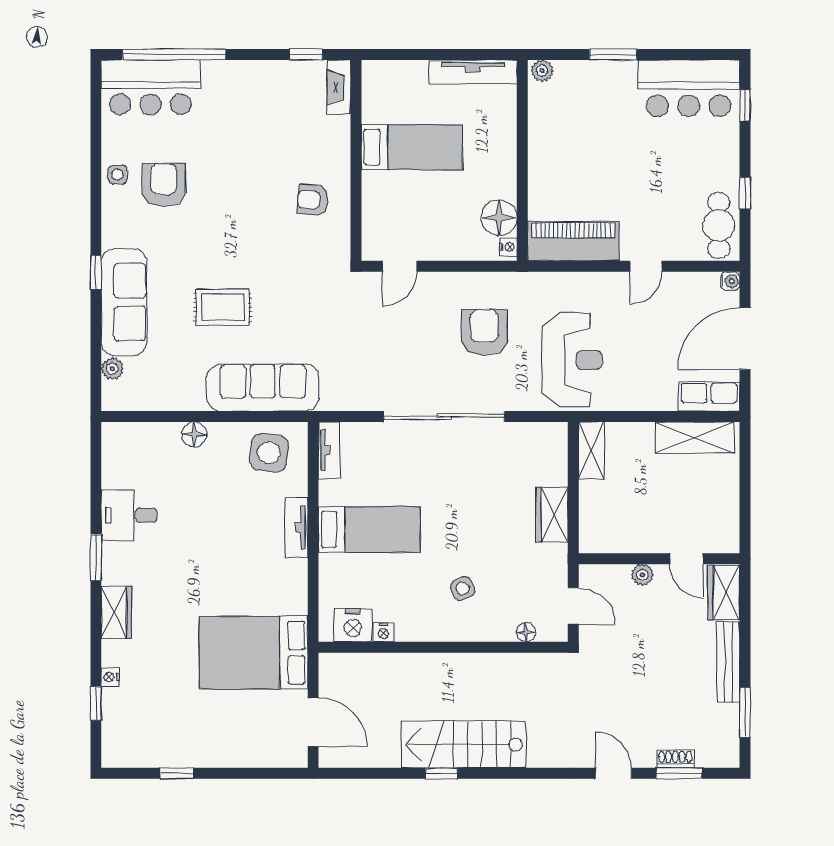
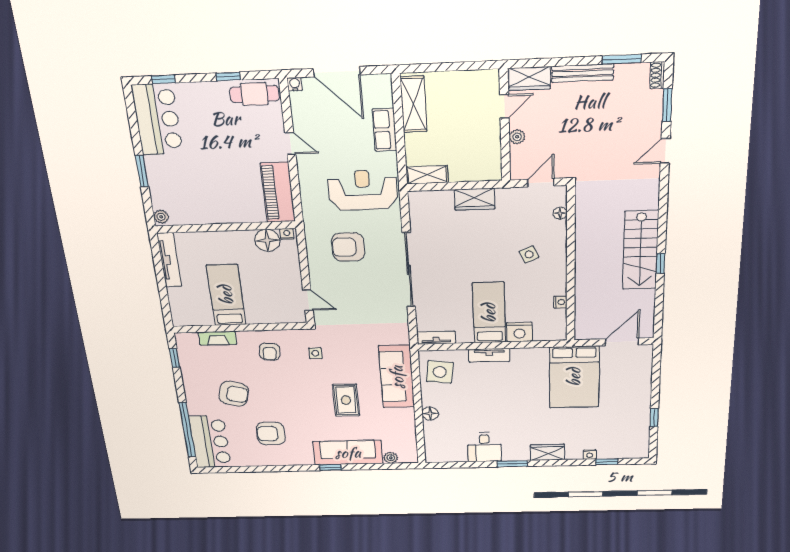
fireplace: (339, 87) -> (217, 338), moved
armchair: (239, 136) -> (234, 394), added
side table: (118, 175) -> (315, 353), moved
row of seats: (709, 397) -> (385, 130), moved
nightstand: (353, 625) -> (519, 332), moved, turned 90
shoe rack: (675, 759) -> (657, 75), moved

